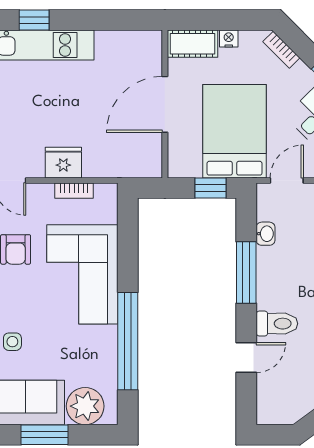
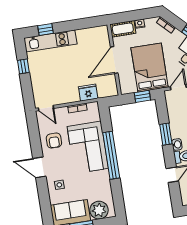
fridge: (63, 163) -> (88, 93), moved
washbasin: (266, 234) -> (177, 144), moved
window: (246, 273) -> (166, 134), width x0.69
window: (128, 341) -> (111, 155), moved

